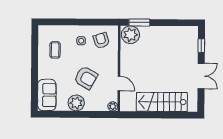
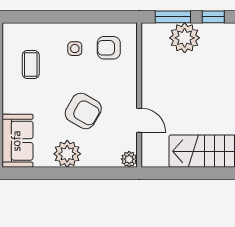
window: (163, 23) -> (213, 17), added
plant: (130, 35) -> (185, 38), moved
armchair: (101, 40) -> (109, 48), turned -73

